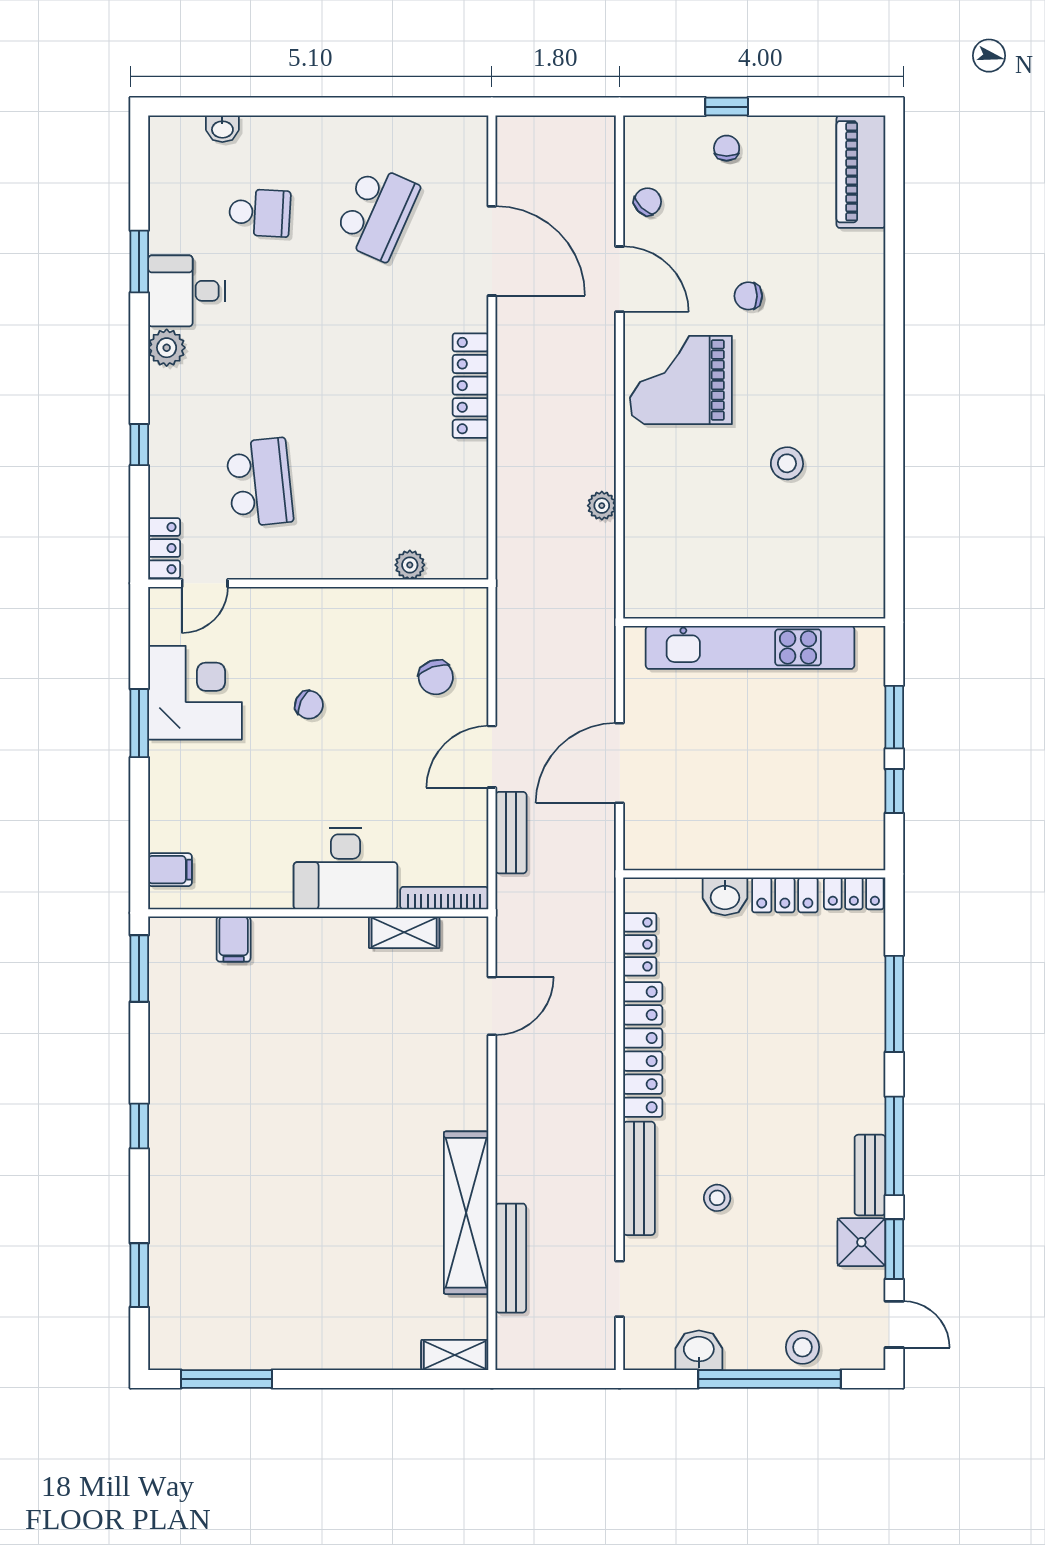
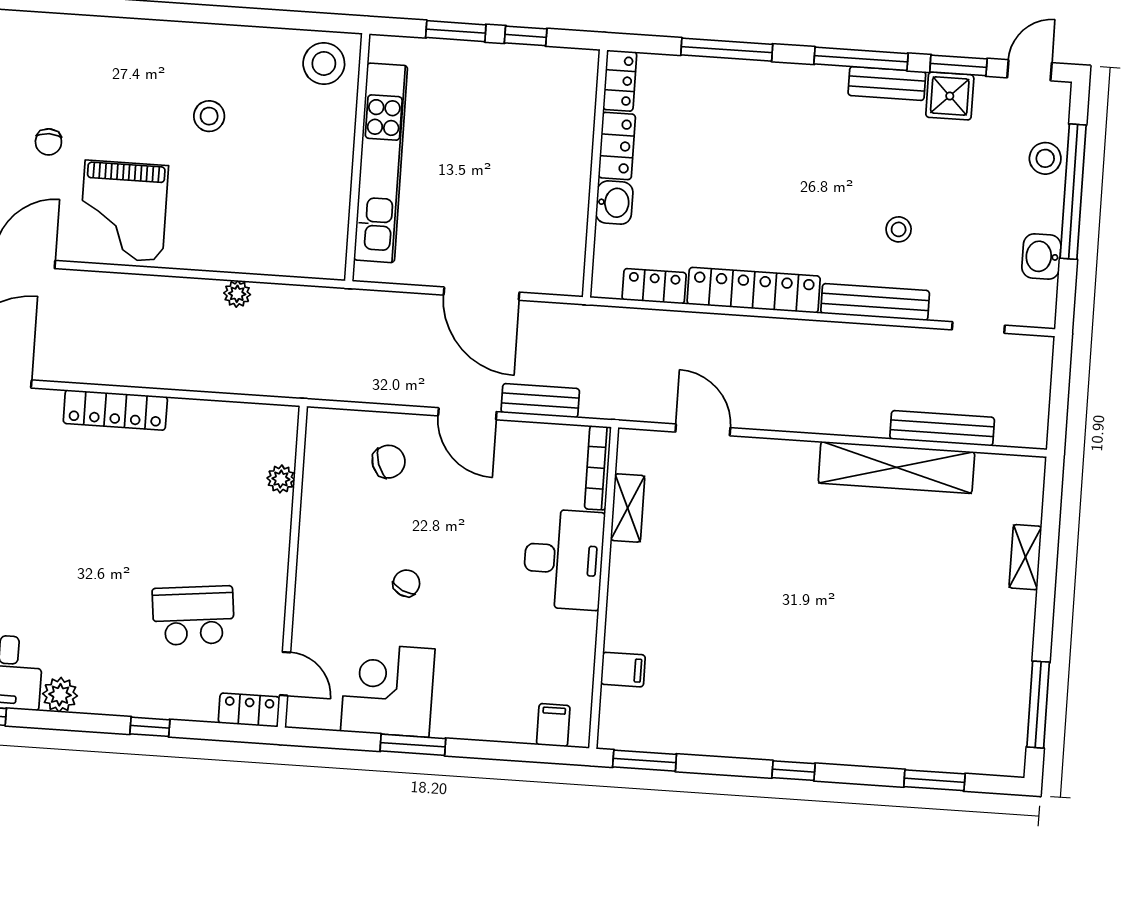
stool: (851, 580) -> (324, 63), added
shelving: (455, 1355) -> (1025, 557), moved

